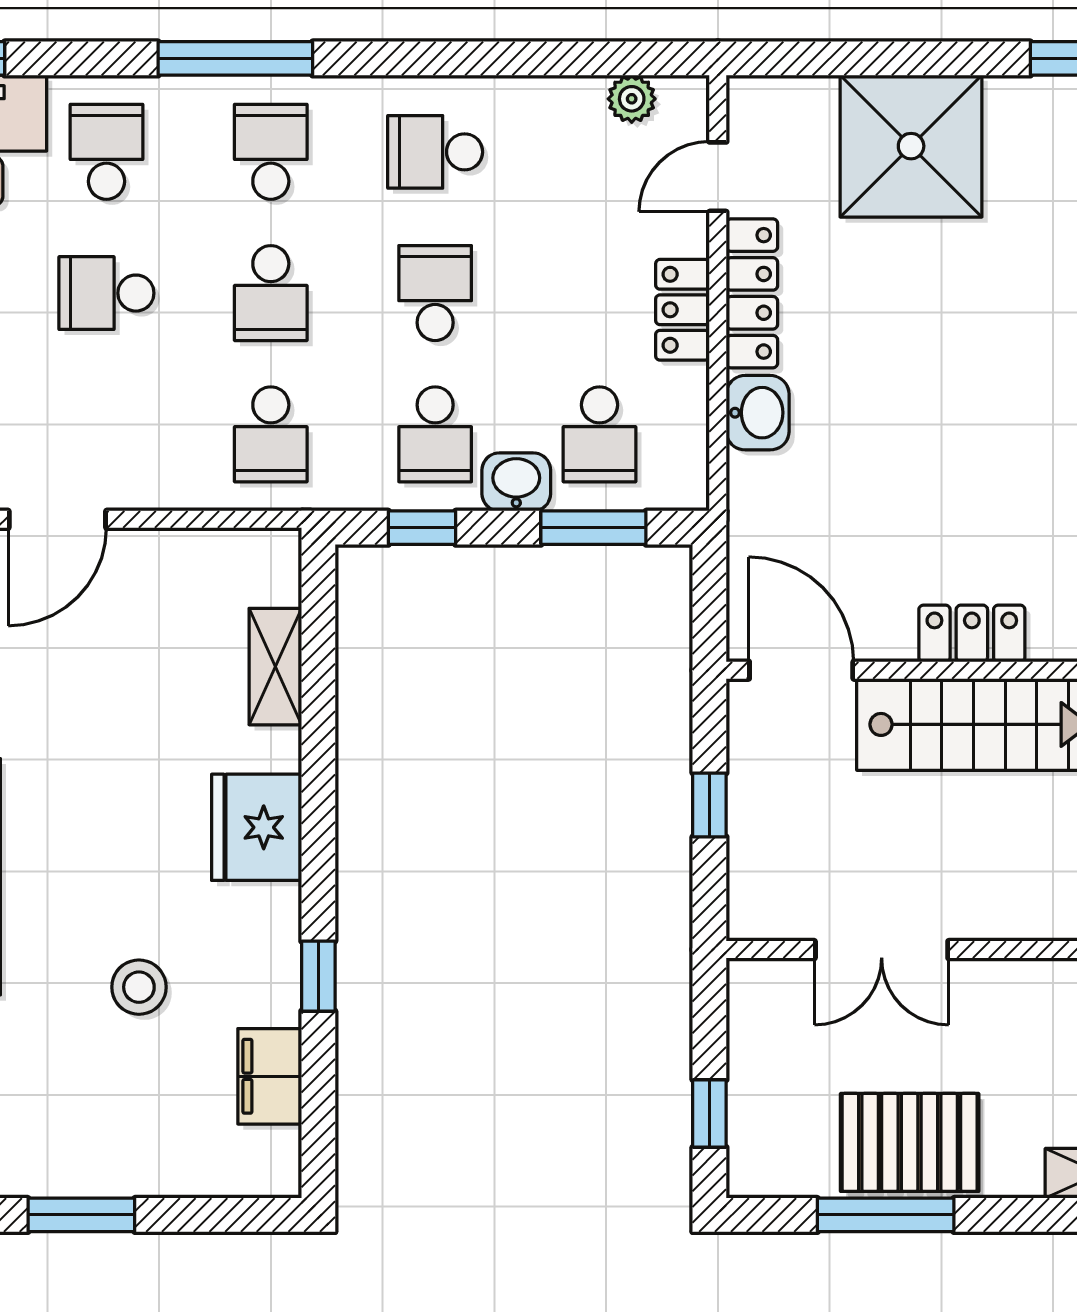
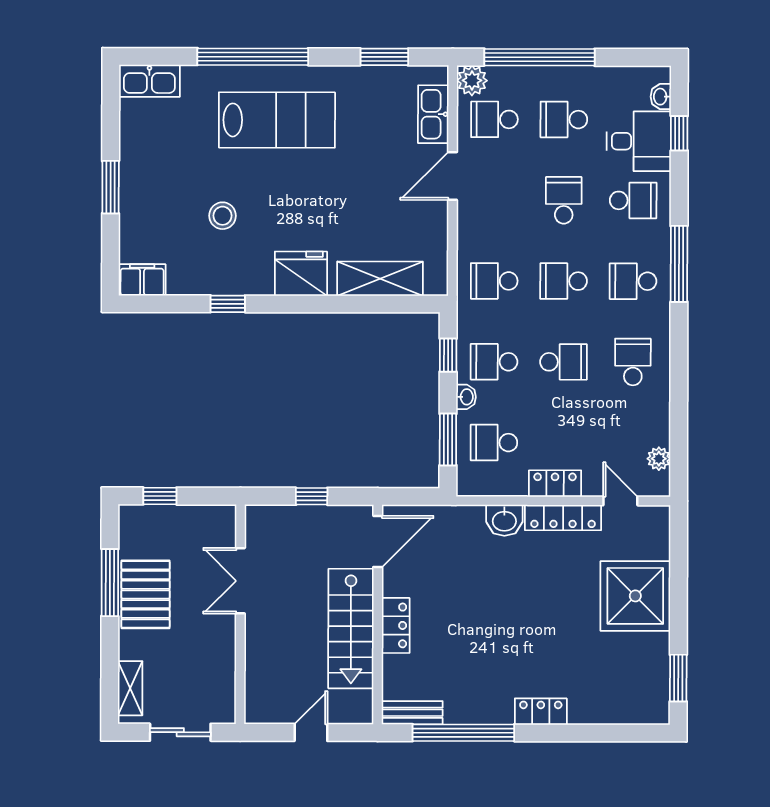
school desk: (271, 152) -> (633, 281), turned 180
washbasin: (516, 482) -> (466, 397), width x0.72, depth x0.69
door: (57, 519) -> (453, 176), hinge flipped
shelving: (275, 667) -> (380, 279), width x1.50, depth x1.33
filing cabinet: (270, 1076) -> (142, 280), moved

